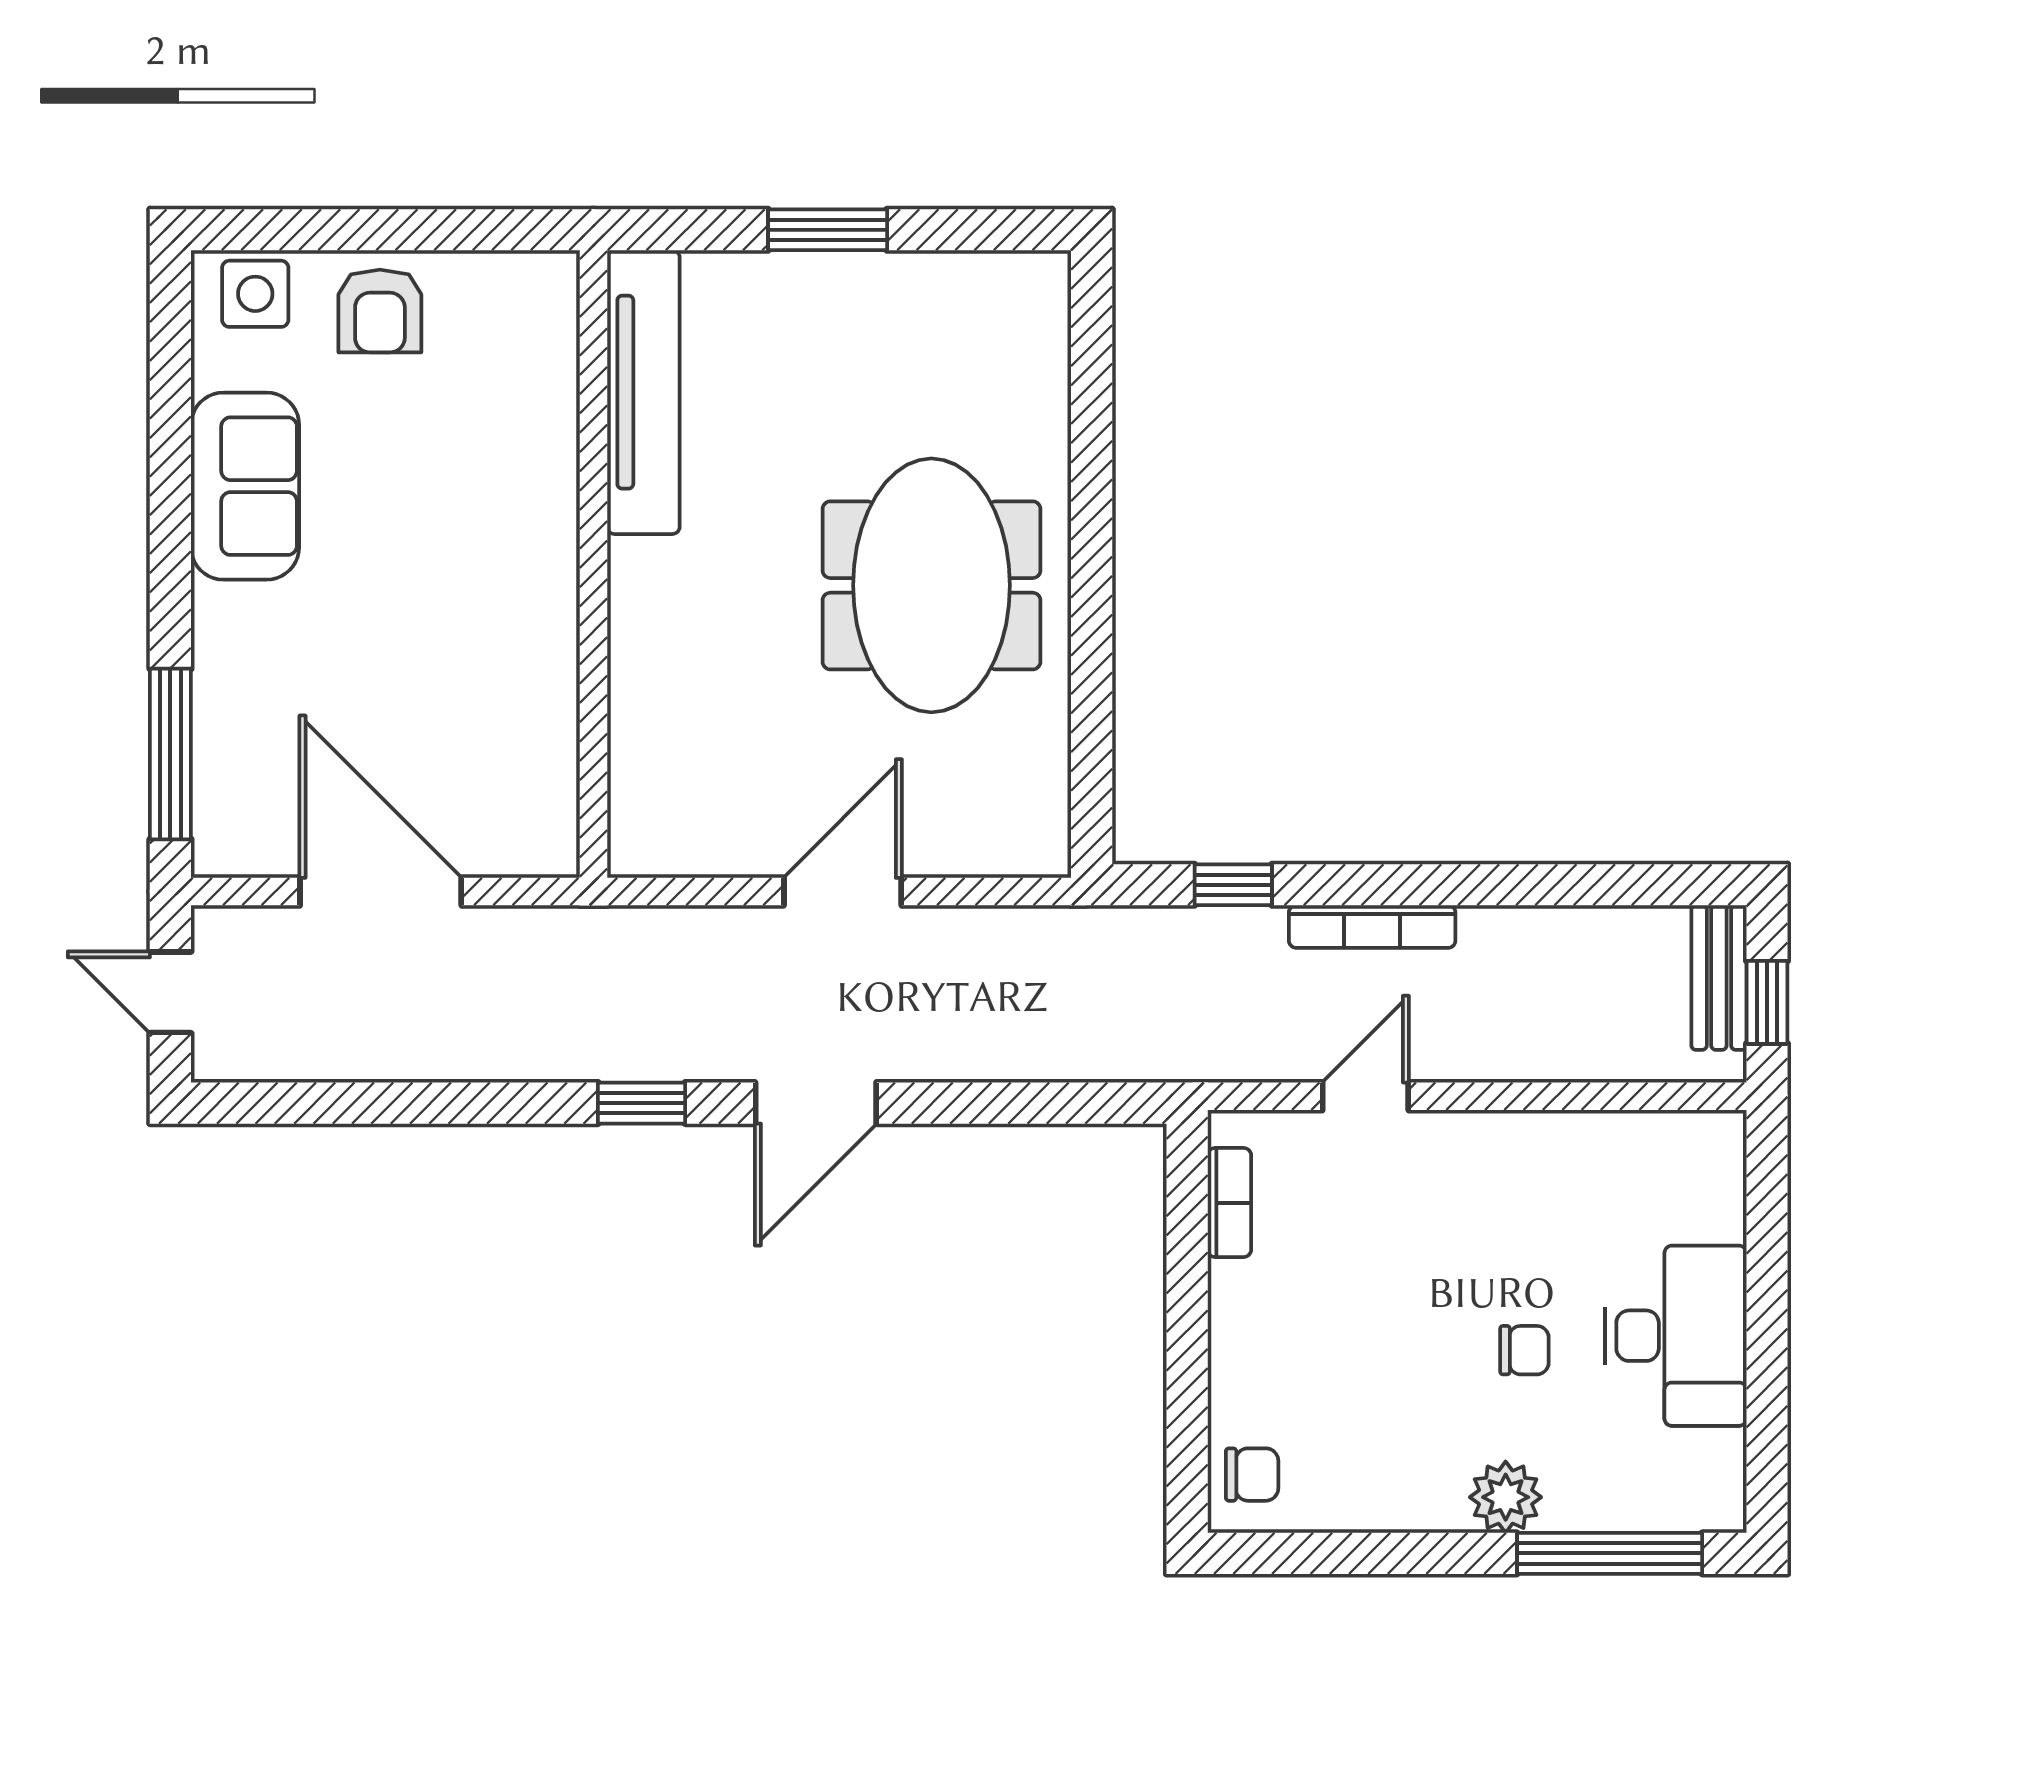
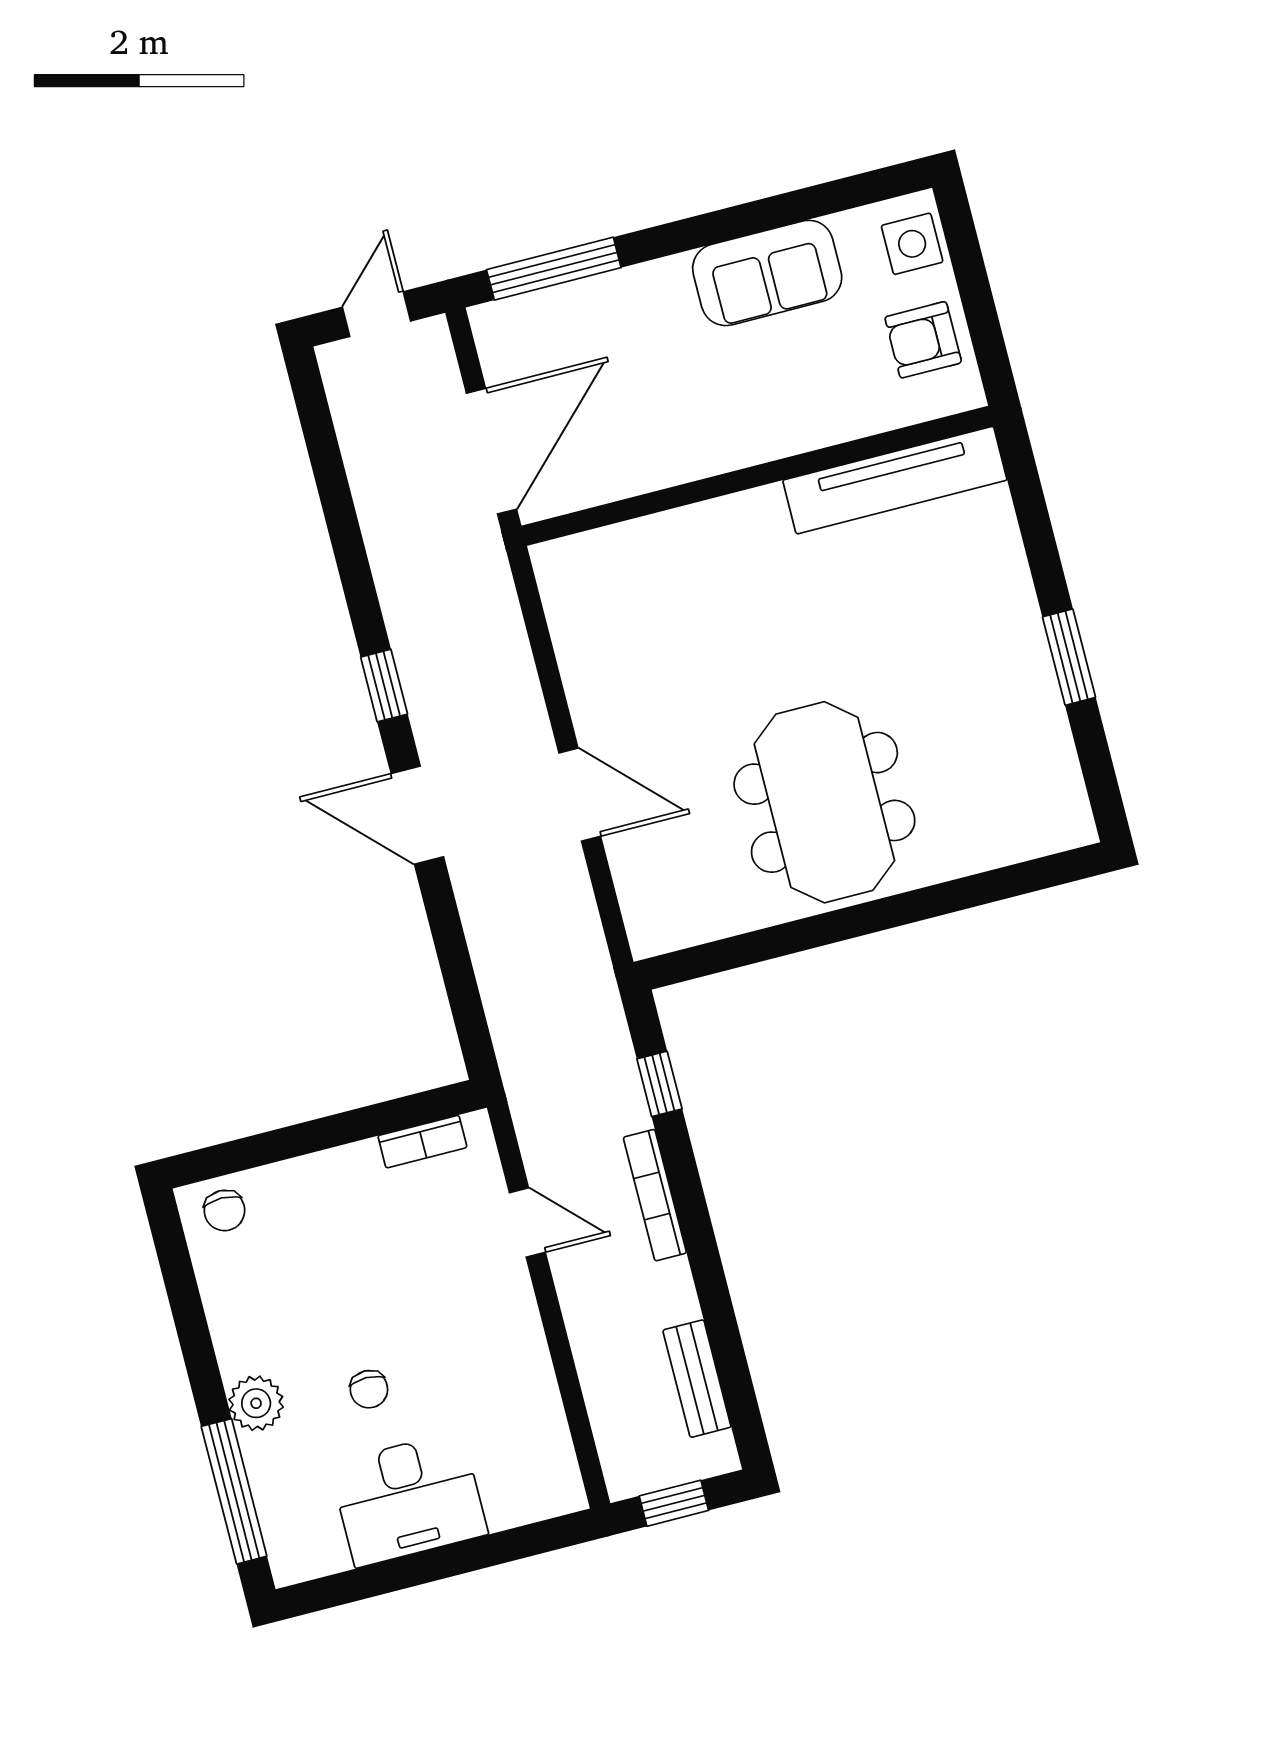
tv unit: (643, 392) -> (895, 480), moved
wall: (593, 564) -> (757, 476), moved
meeting table: (931, 585) -> (824, 802), turned 90
bench: (1719, 978) -> (697, 1379), moved, turned 90

